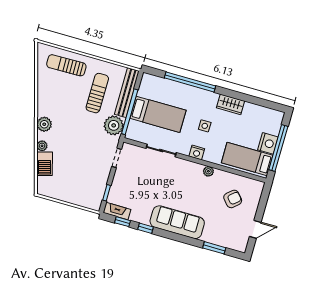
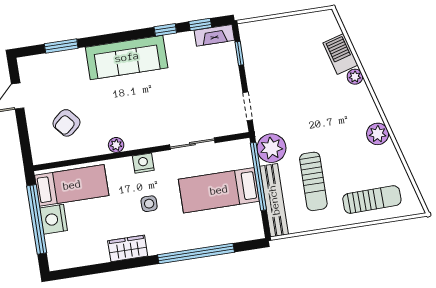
plant: (44, 124) -> (378, 134), moved

